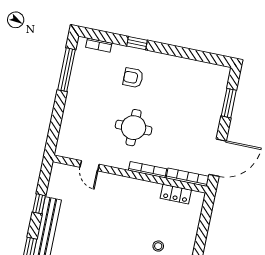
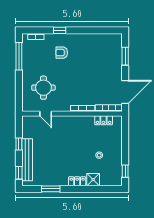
round table: (134, 128) -> (43, 88), moved

